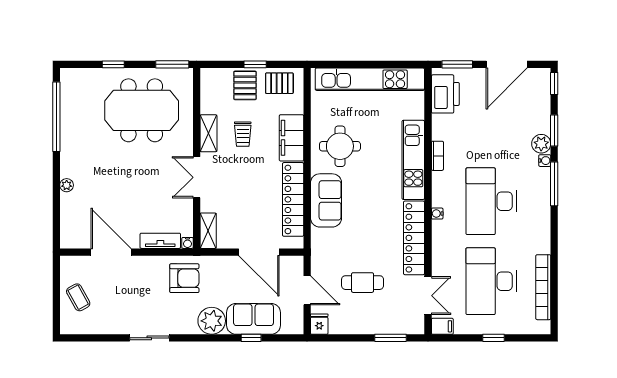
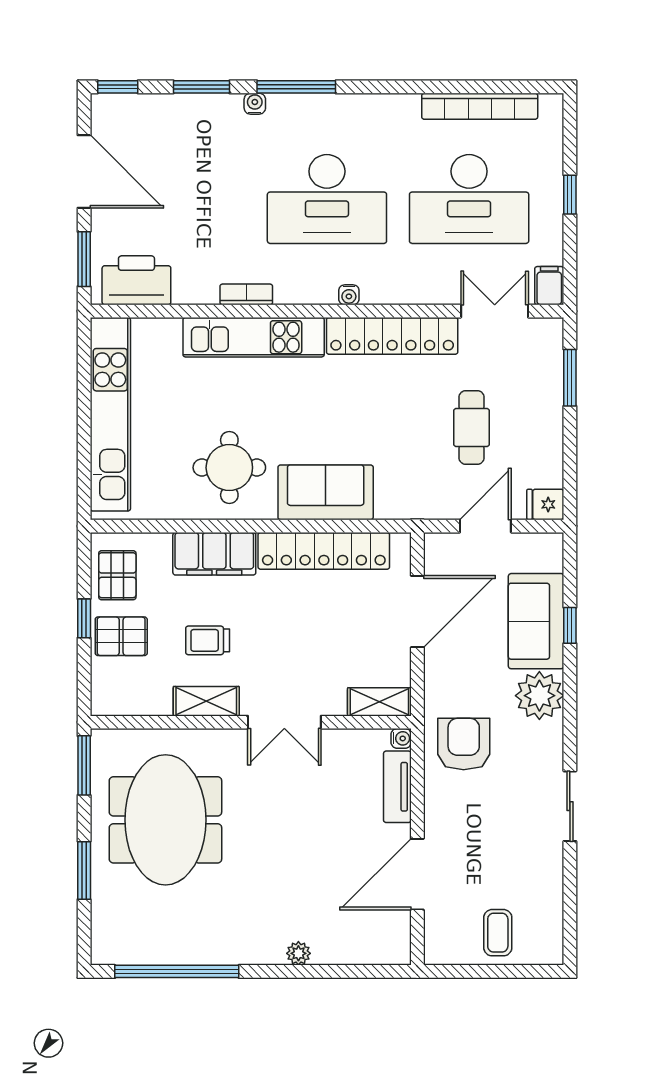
window: (113, 64) -> (84, 870), width x1.50
trolley: (243, 134) -> (208, 640), turned 180
plant: (541, 144) -> (225, 110), removed
coffee table: (78, 297) -> (498, 933), turned -61

